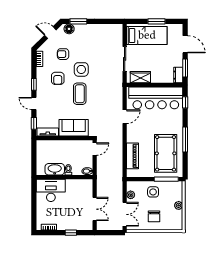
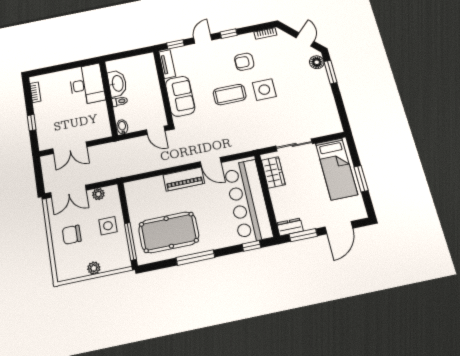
armchair: (63, 54) -> (280, 62), removed
piano: (132, 156) -> (184, 179), moved

